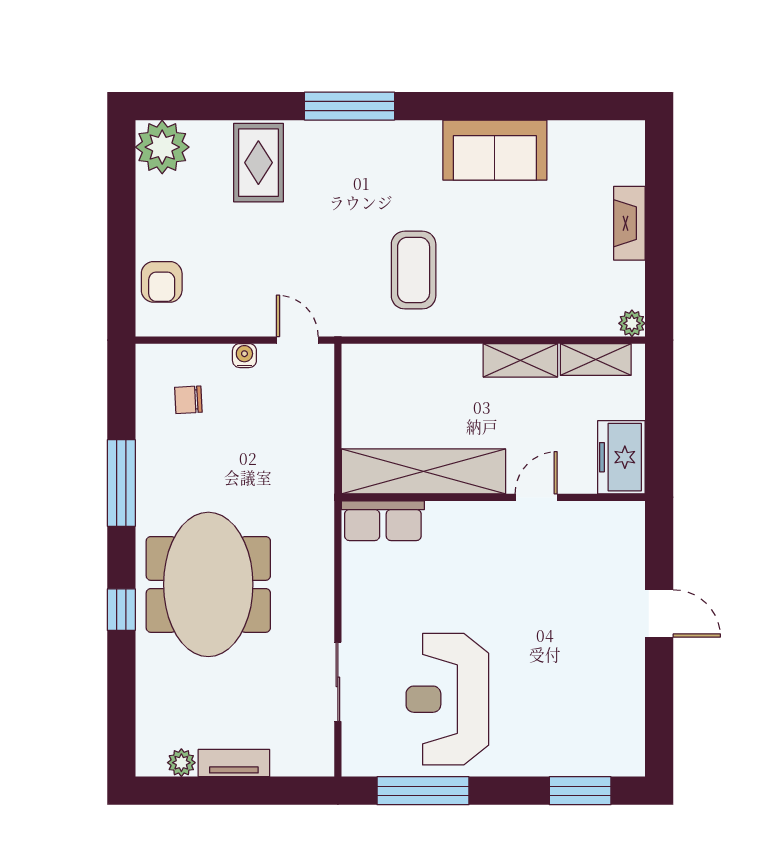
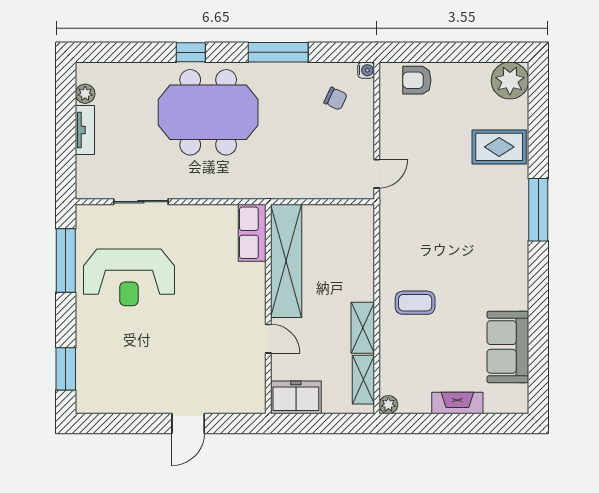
sofa: (495, 150) -> (508, 347), moved
coffee table: (414, 270) -> (415, 303), moved, width x0.73, depth x0.77
water cooler: (244, 356) -> (366, 70), moved
chair: (188, 400) -> (336, 99), turned 118
reception desk: (447, 699) -> (129, 277), turned 180

